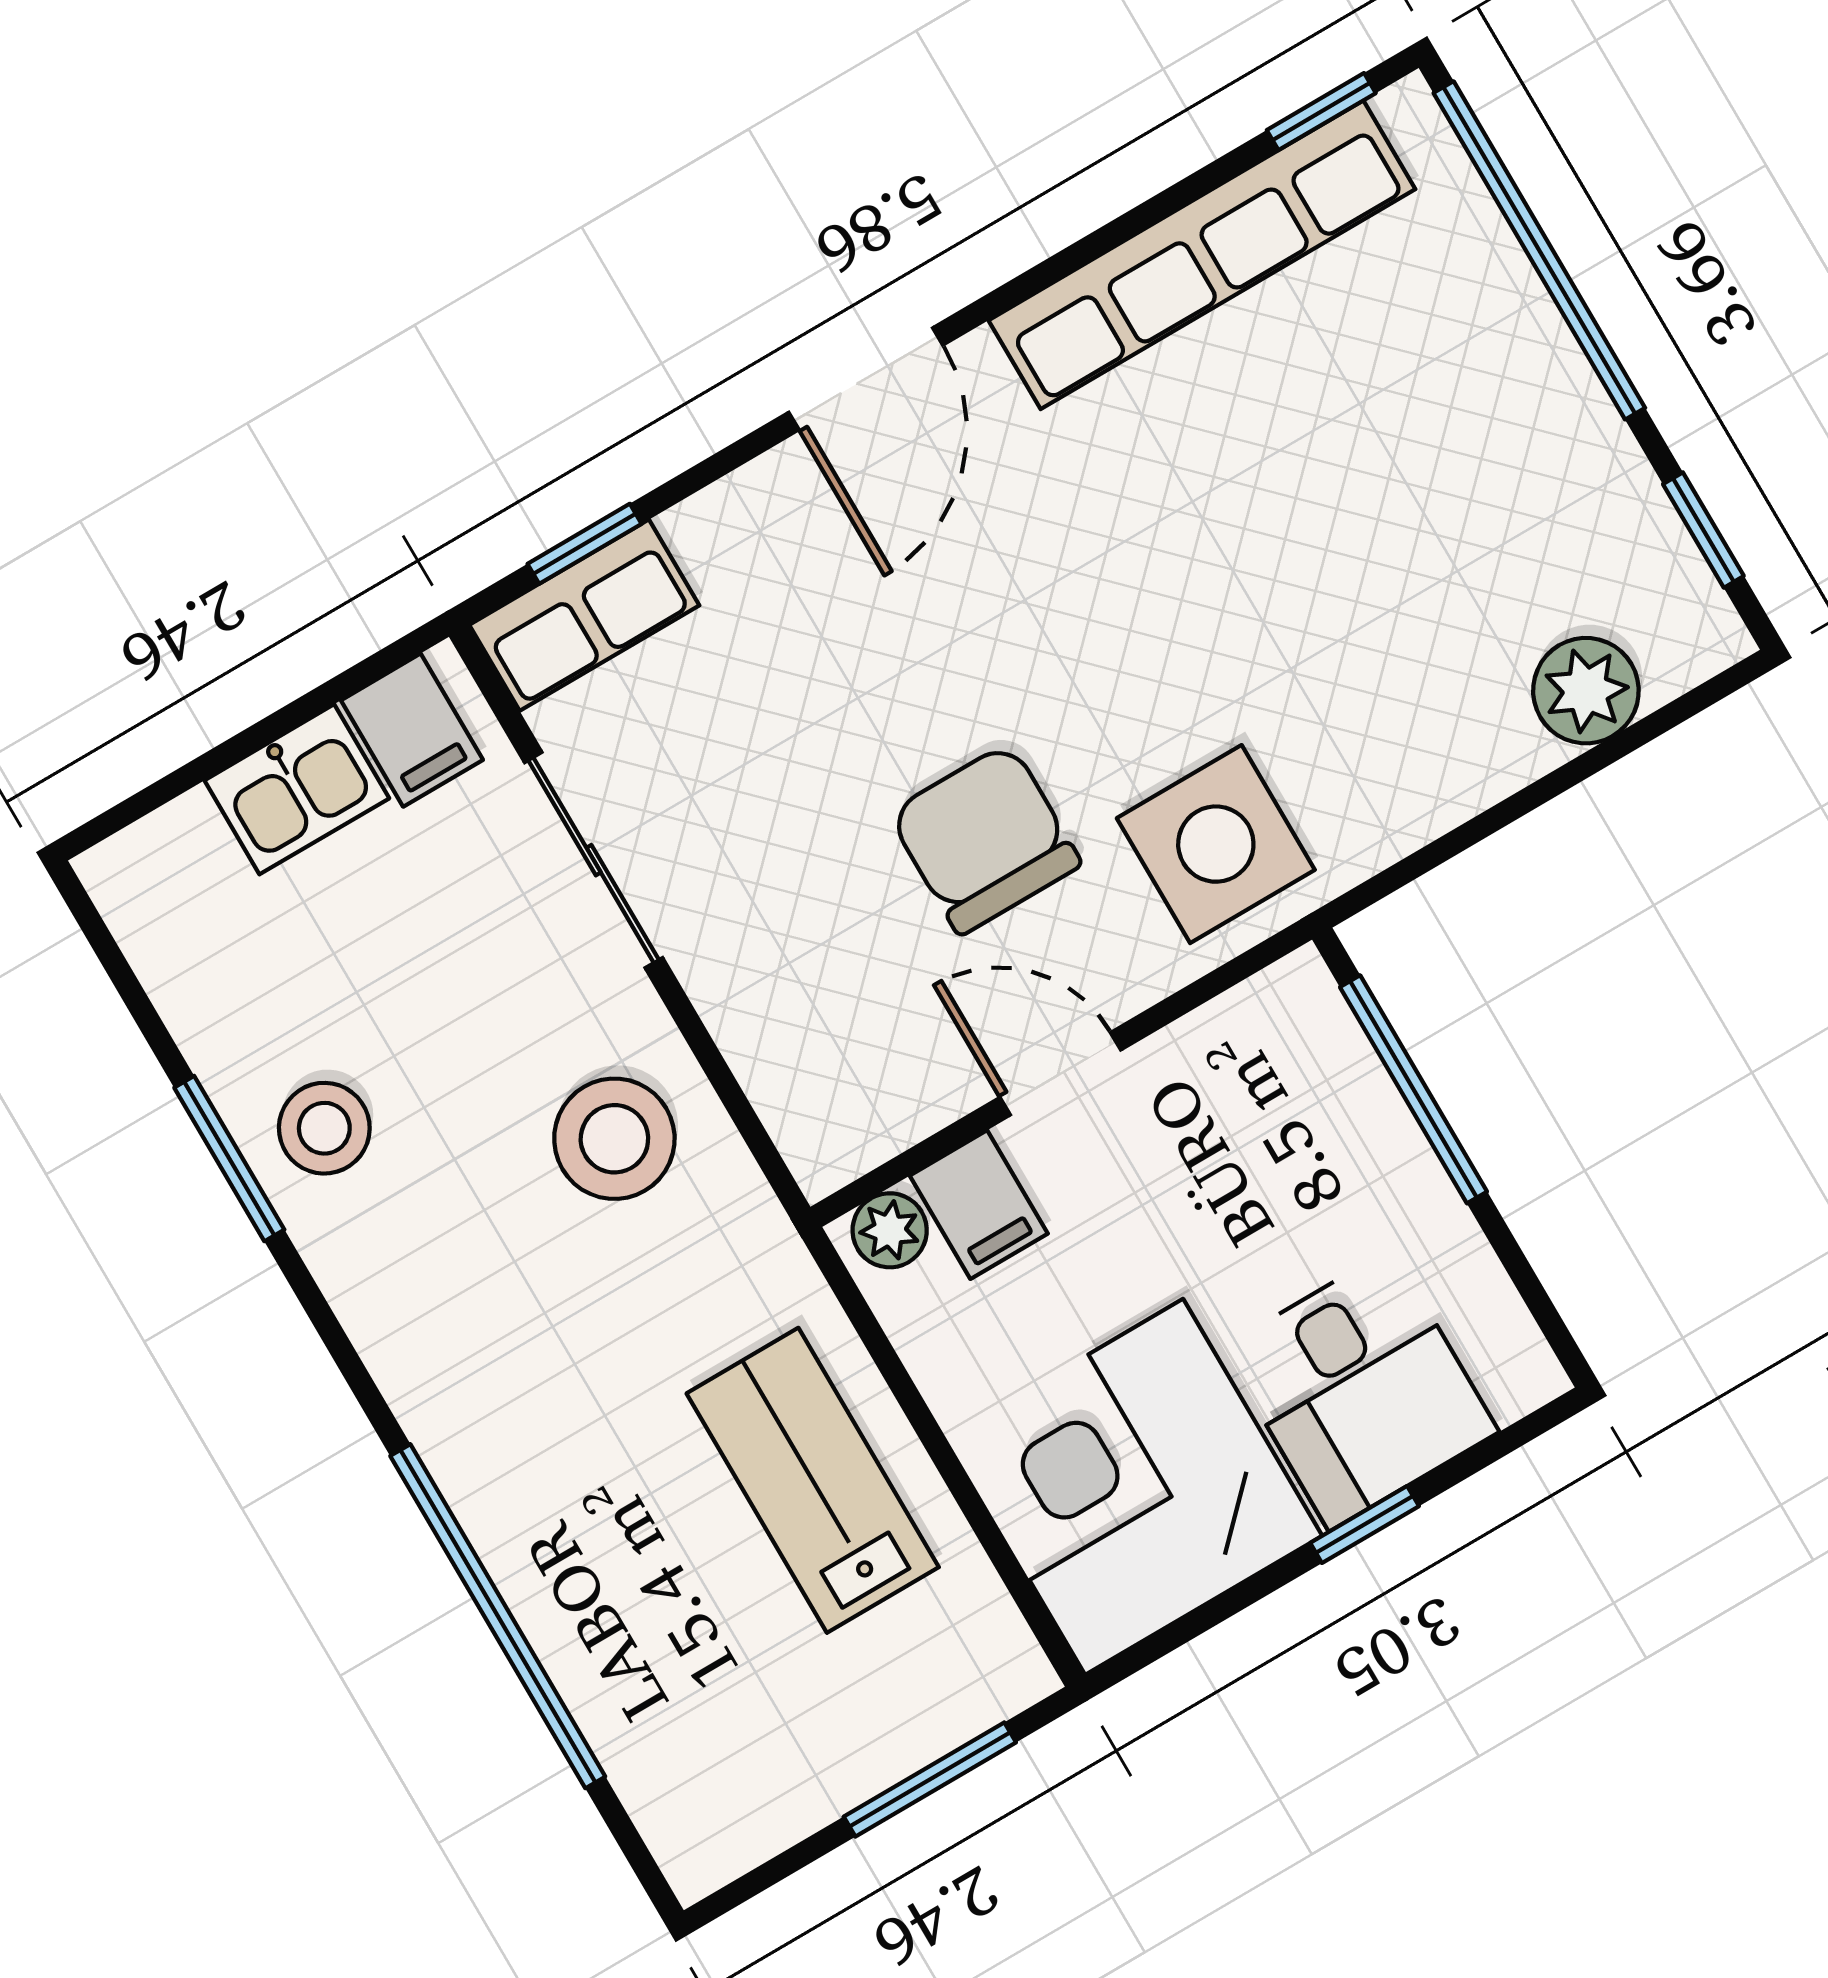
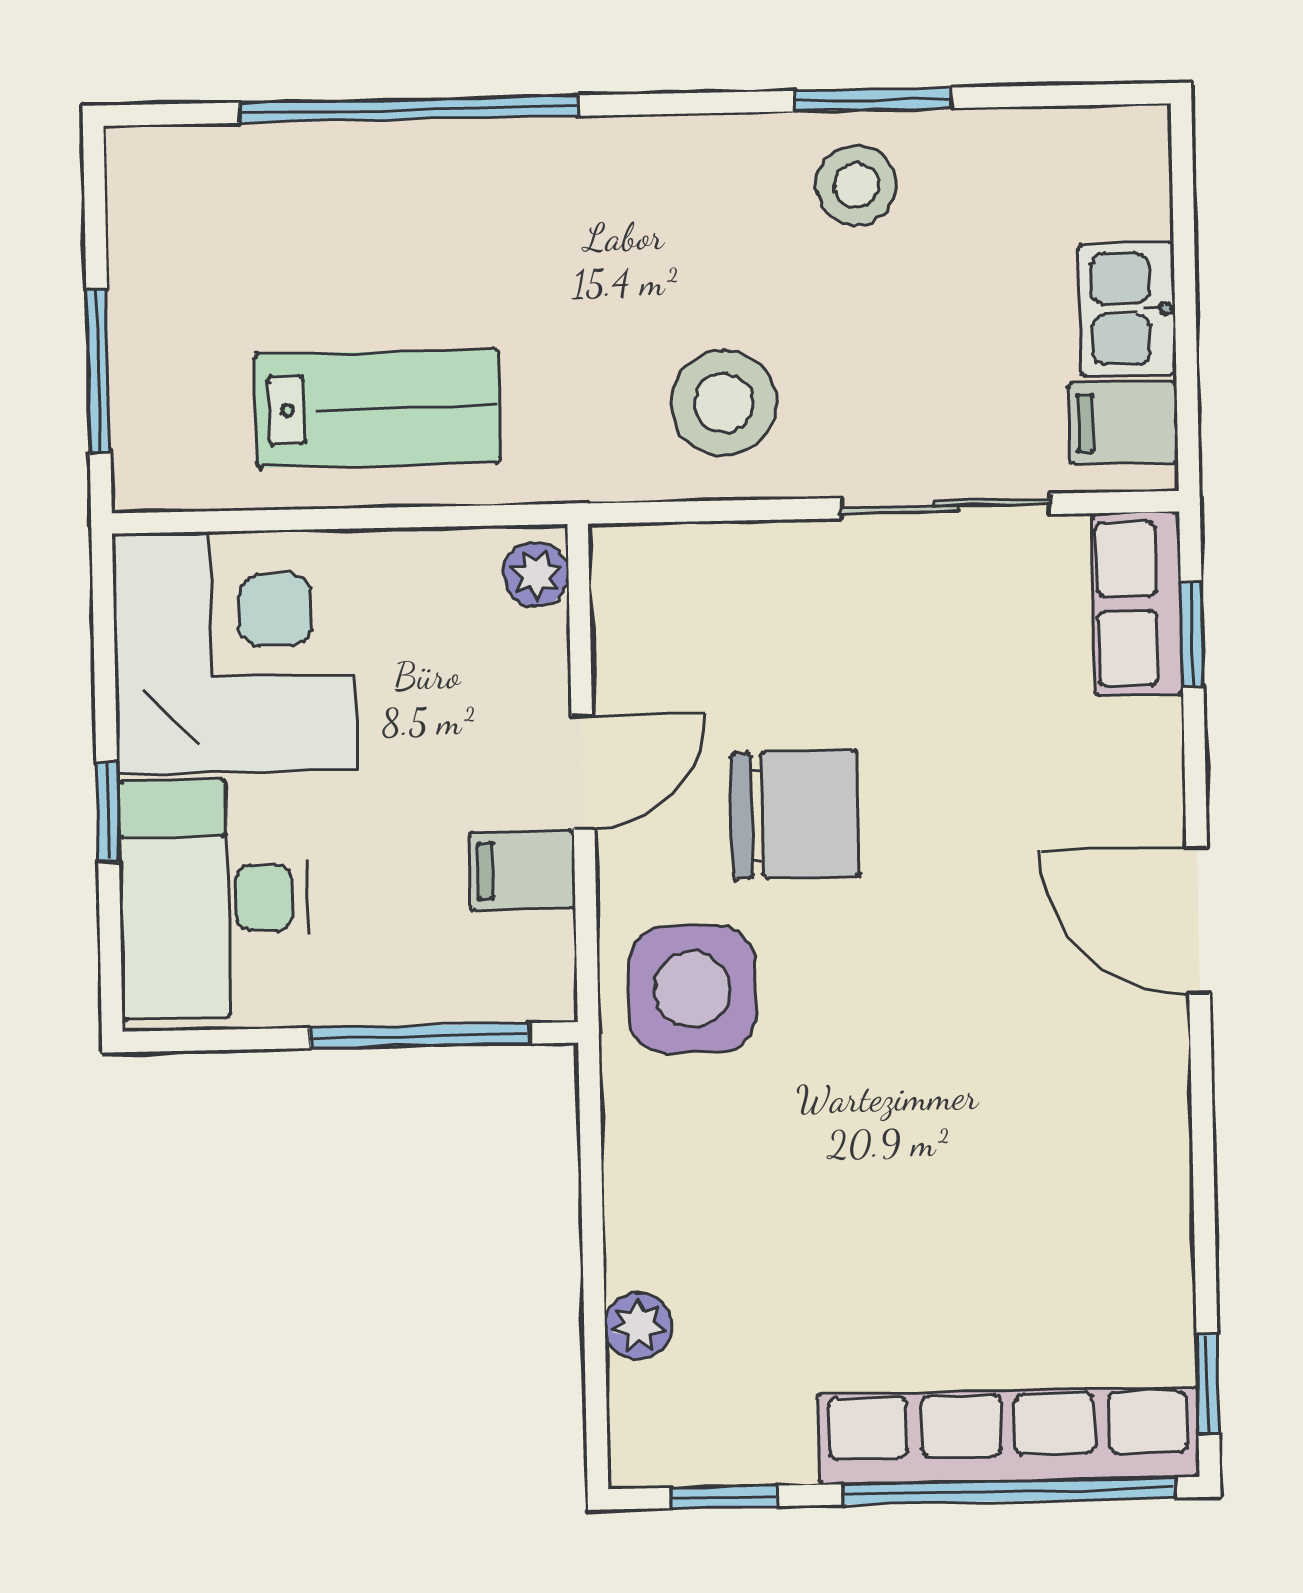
row of seats: (1202, 255) -> (1008, 1436), moved, turned 90
plant: (1586, 691) -> (638, 1326), width x0.73, depth x0.73
filing cabinet: (979, 1205) -> (522, 870), moved
desk: (1360, 1390) -> (213, 899), width x1.37

